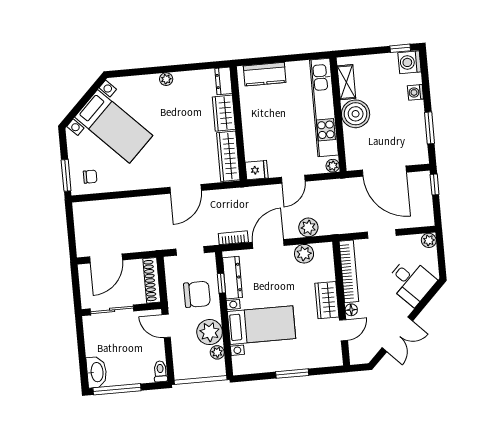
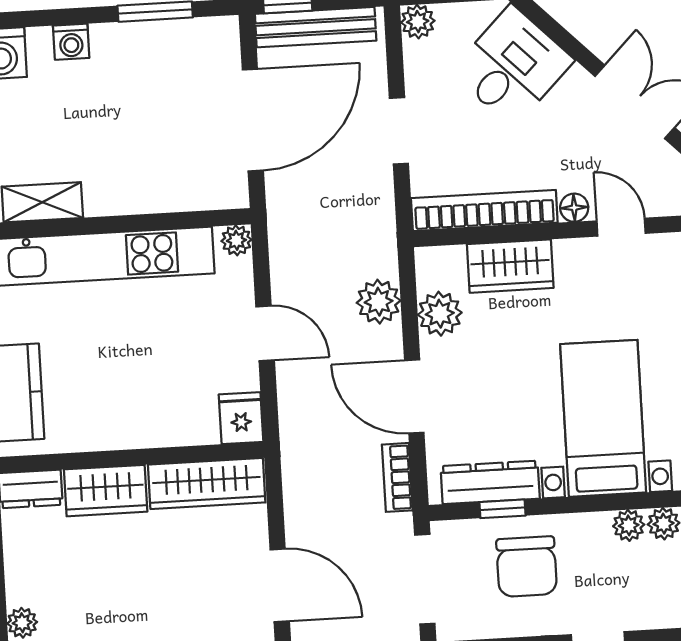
boiler: (356, 114) -> (117, 183), removed
bench: (425, 197) -> (316, 27), added
doorway: (190, 251) -> (425, 579), width x1.38
chair: (197, 294) -> (527, 567), turned 180
wardrobe: (327, 300) -> (510, 266), moved
plant: (210, 332) -> (629, 525), width x0.53, depth x0.53

